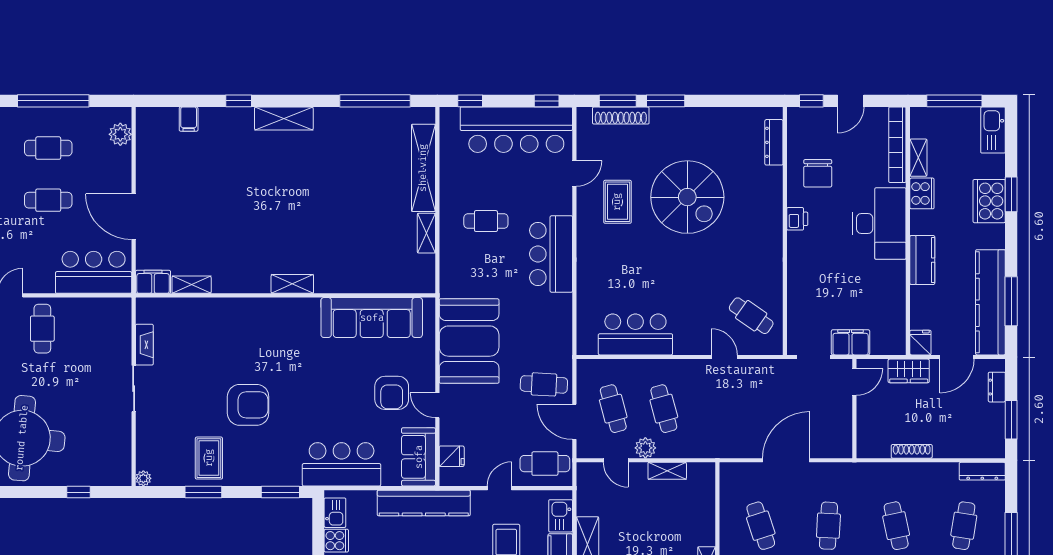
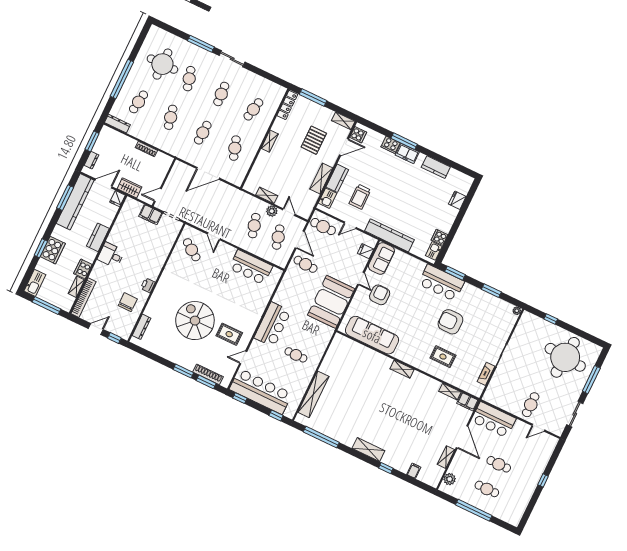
rug: (617, 202) -> (229, 334), turned 90
desk: (879, 224) -> (111, 255), width x0.53, depth x0.77
shelving: (426, 233) -> (446, 457), moved
rug: (209, 458) -> (443, 357), moved, turned 90
bar counter: (342, 464) -> (441, 283), moved

